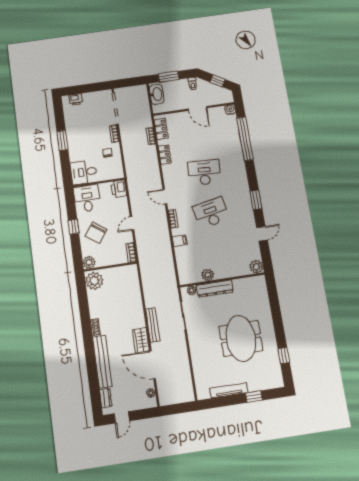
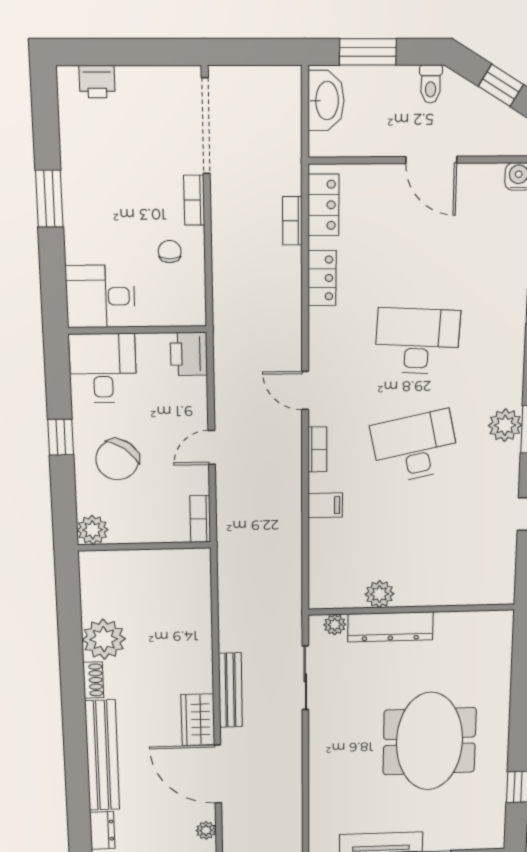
plant: (256, 267) -> (505, 425), moved
plant: (94, 281) -> (104, 639), moved

